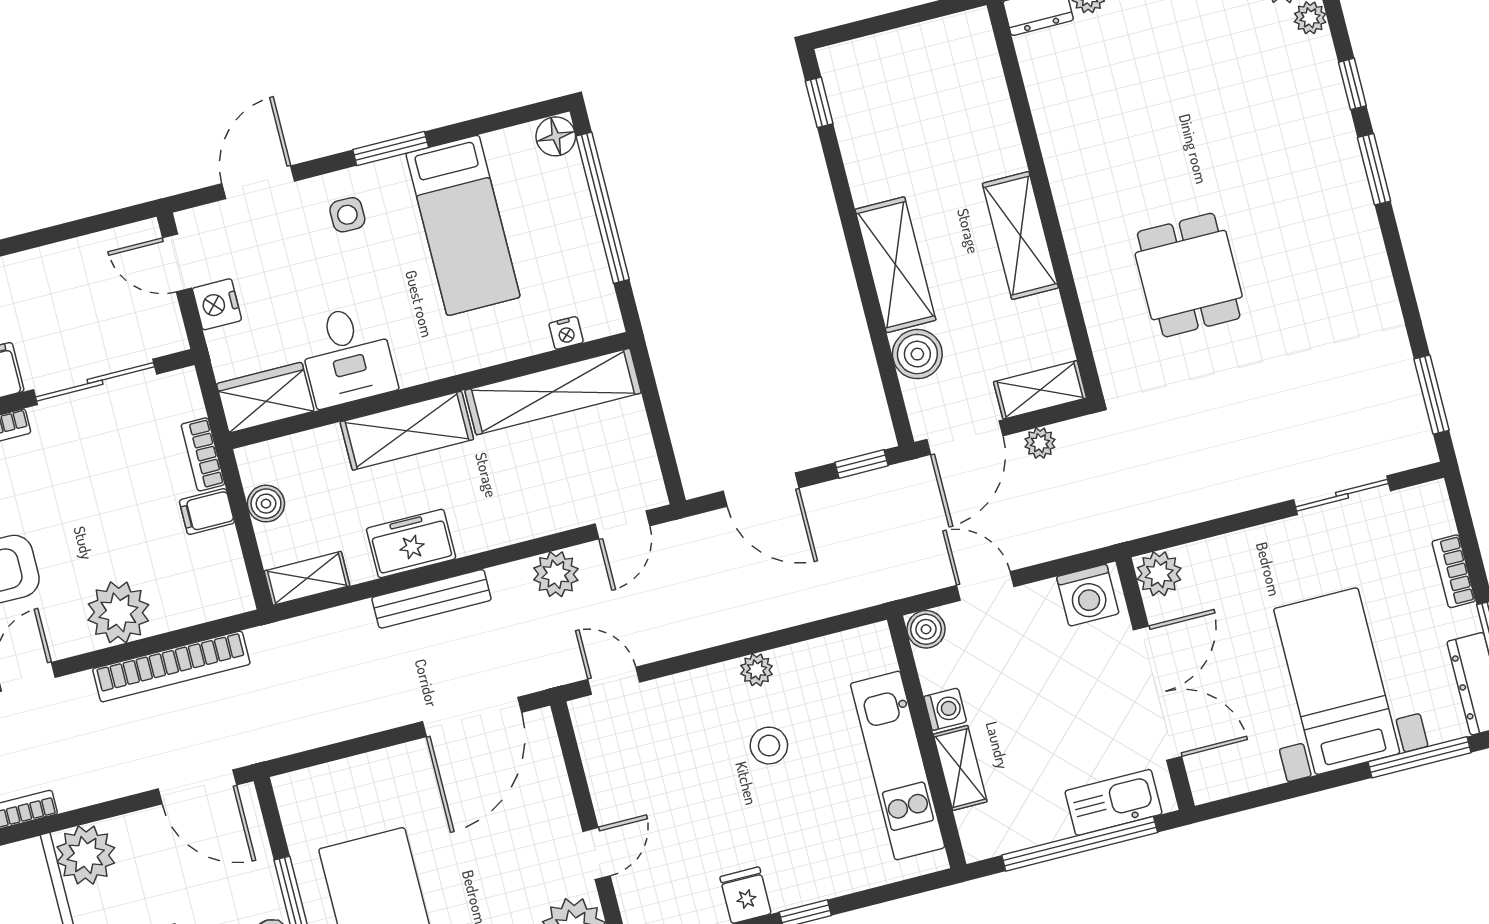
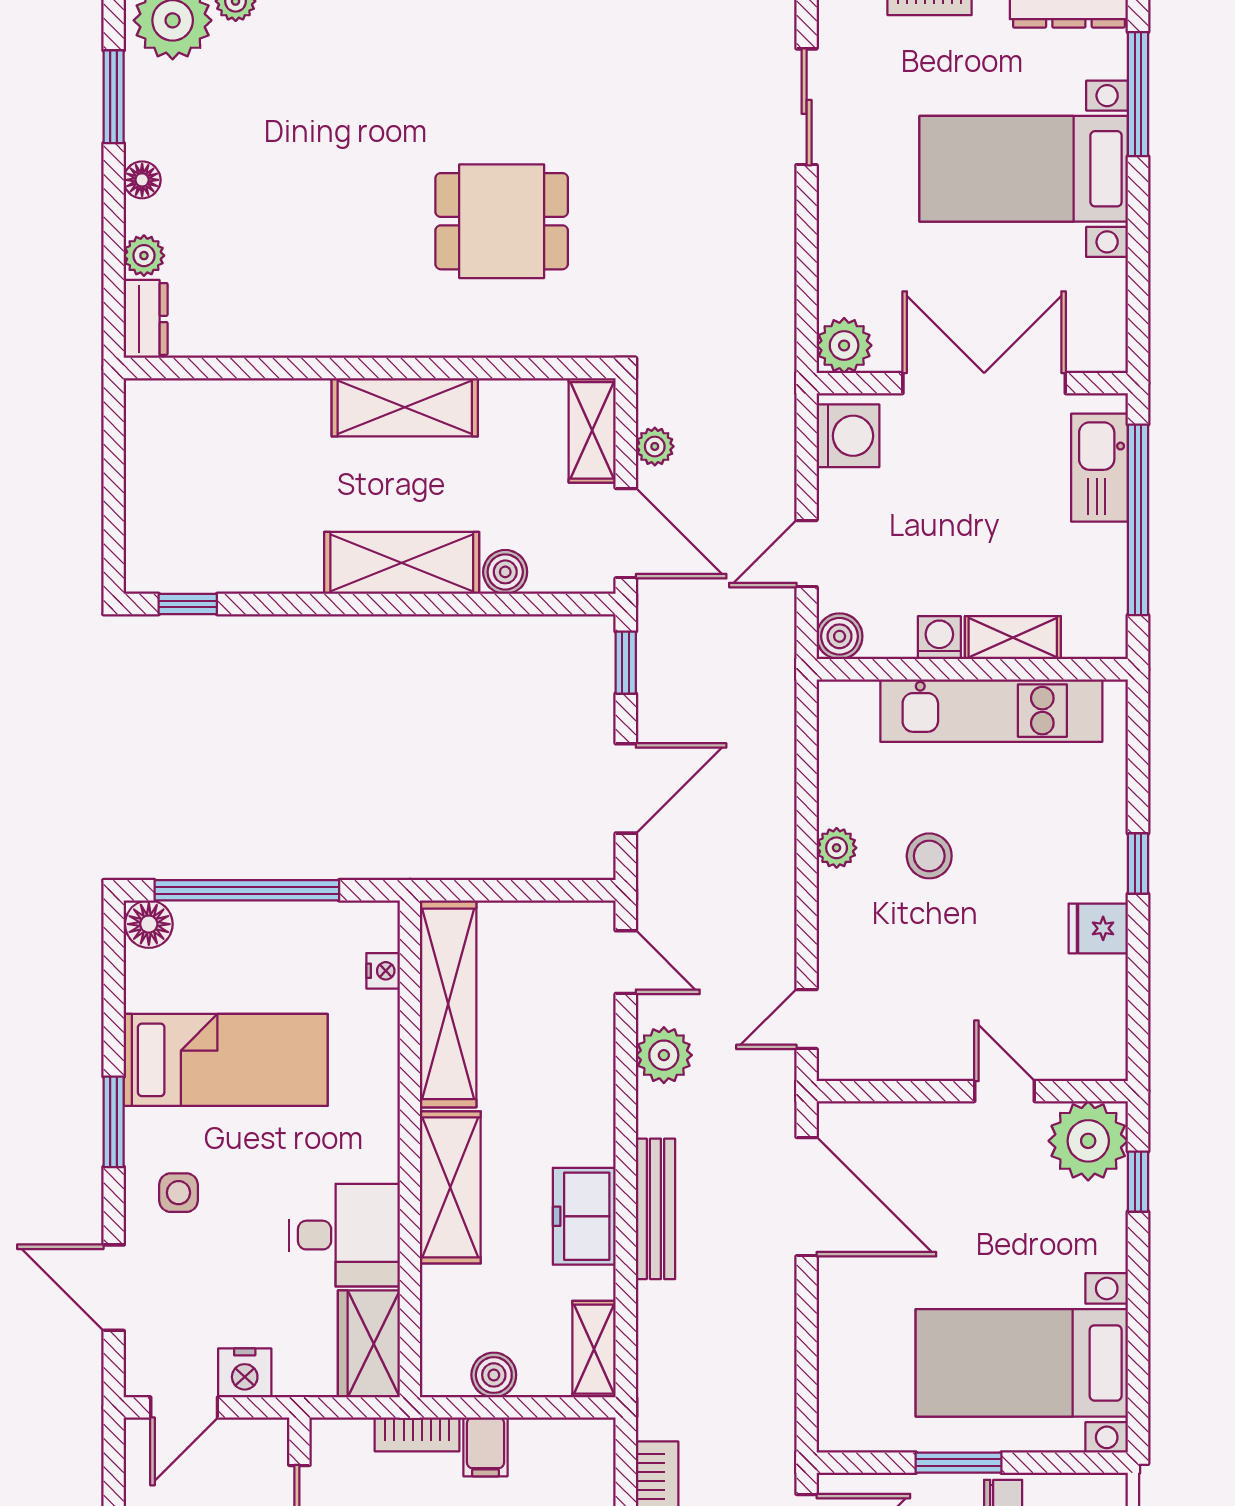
boiler: (917, 354) -> (505, 572), width x0.73, depth x0.73

